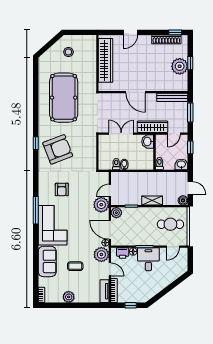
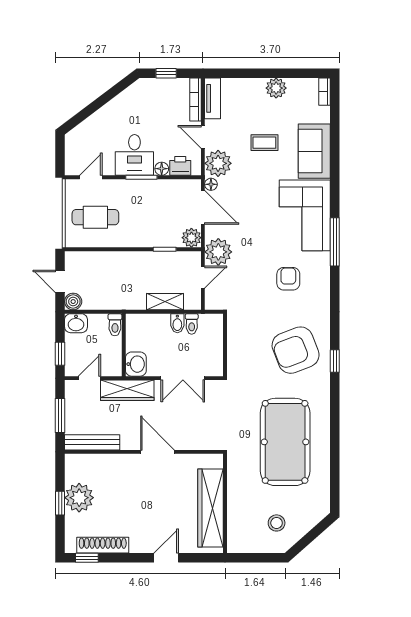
shelving: (152, 200) -> (165, 302), moved
boiler: (183, 200) -> (73, 302), moved

